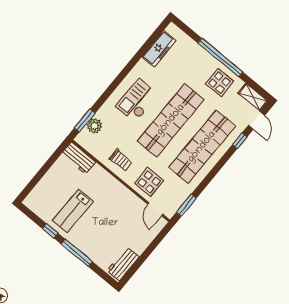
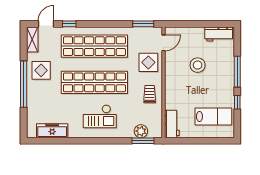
lab bench: (73, 211) -> (213, 117), moved
stool: (111, 223) -> (198, 65), added

